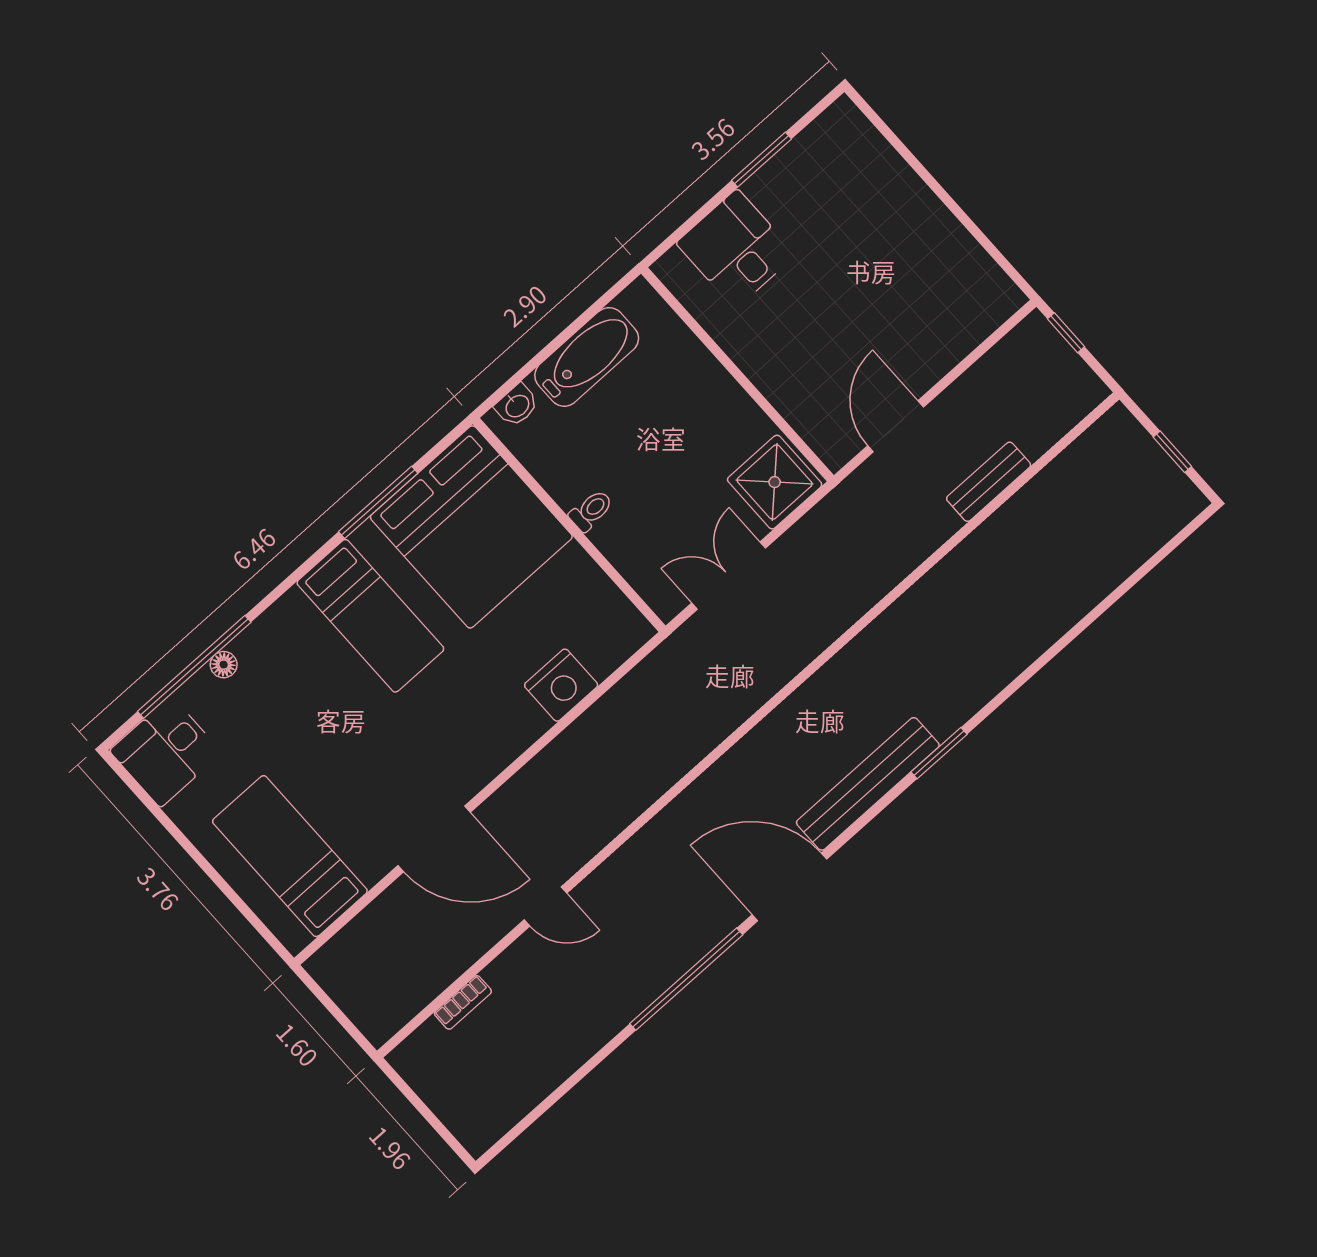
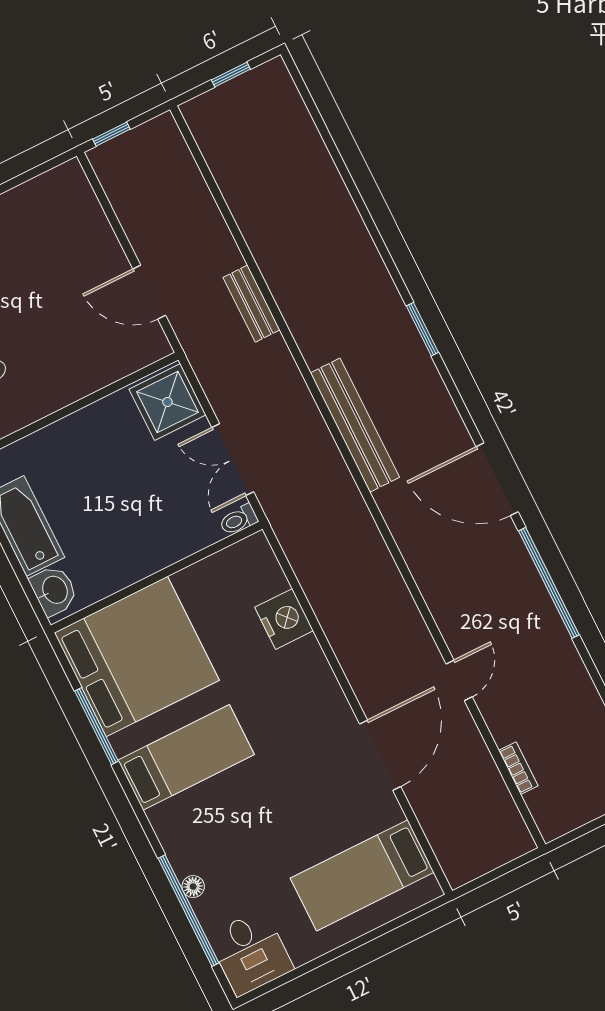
washbasin: (517, 405) -> (54, 590), width x1.38, depth x1.45
bench: (989, 482) -> (251, 304), moved
toilet: (591, 510) -> (238, 520), moved, turned -90
bench: (868, 784) -> (355, 425), moved
door: (789, 887) -> (497, 479), hinge flipped

